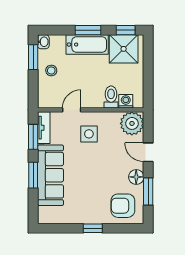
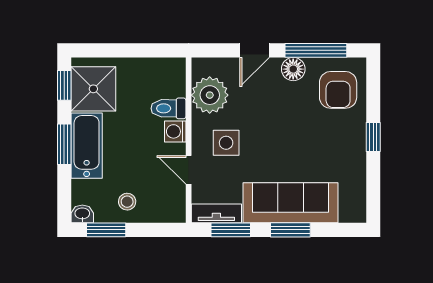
washing machine: (126, 101) -> (175, 131), moved
plant: (132, 123) -> (210, 95), moved
window: (148, 191) -> (316, 50), width x1.44

